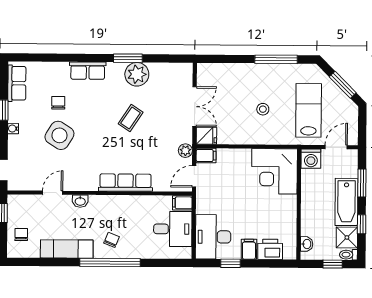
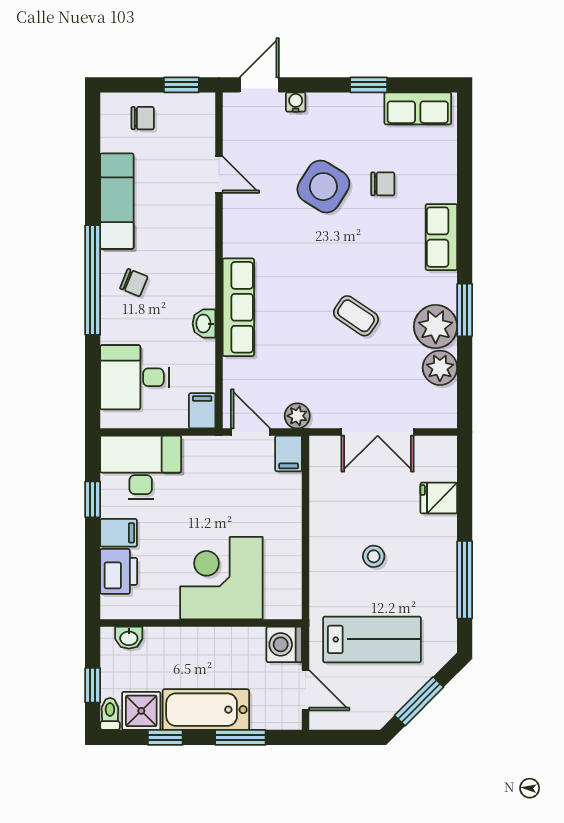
plant: (160, 72) -> (440, 368), added
water cooler: (13, 129) -> (296, 102), moved
fridge: (206, 136) -> (439, 498), moved, turned 90
corner desk: (274, 171) -> (221, 578), moved
washbasin: (80, 201) -> (204, 324), moved
desk: (173, 229) -> (135, 377), moved, turned 90

